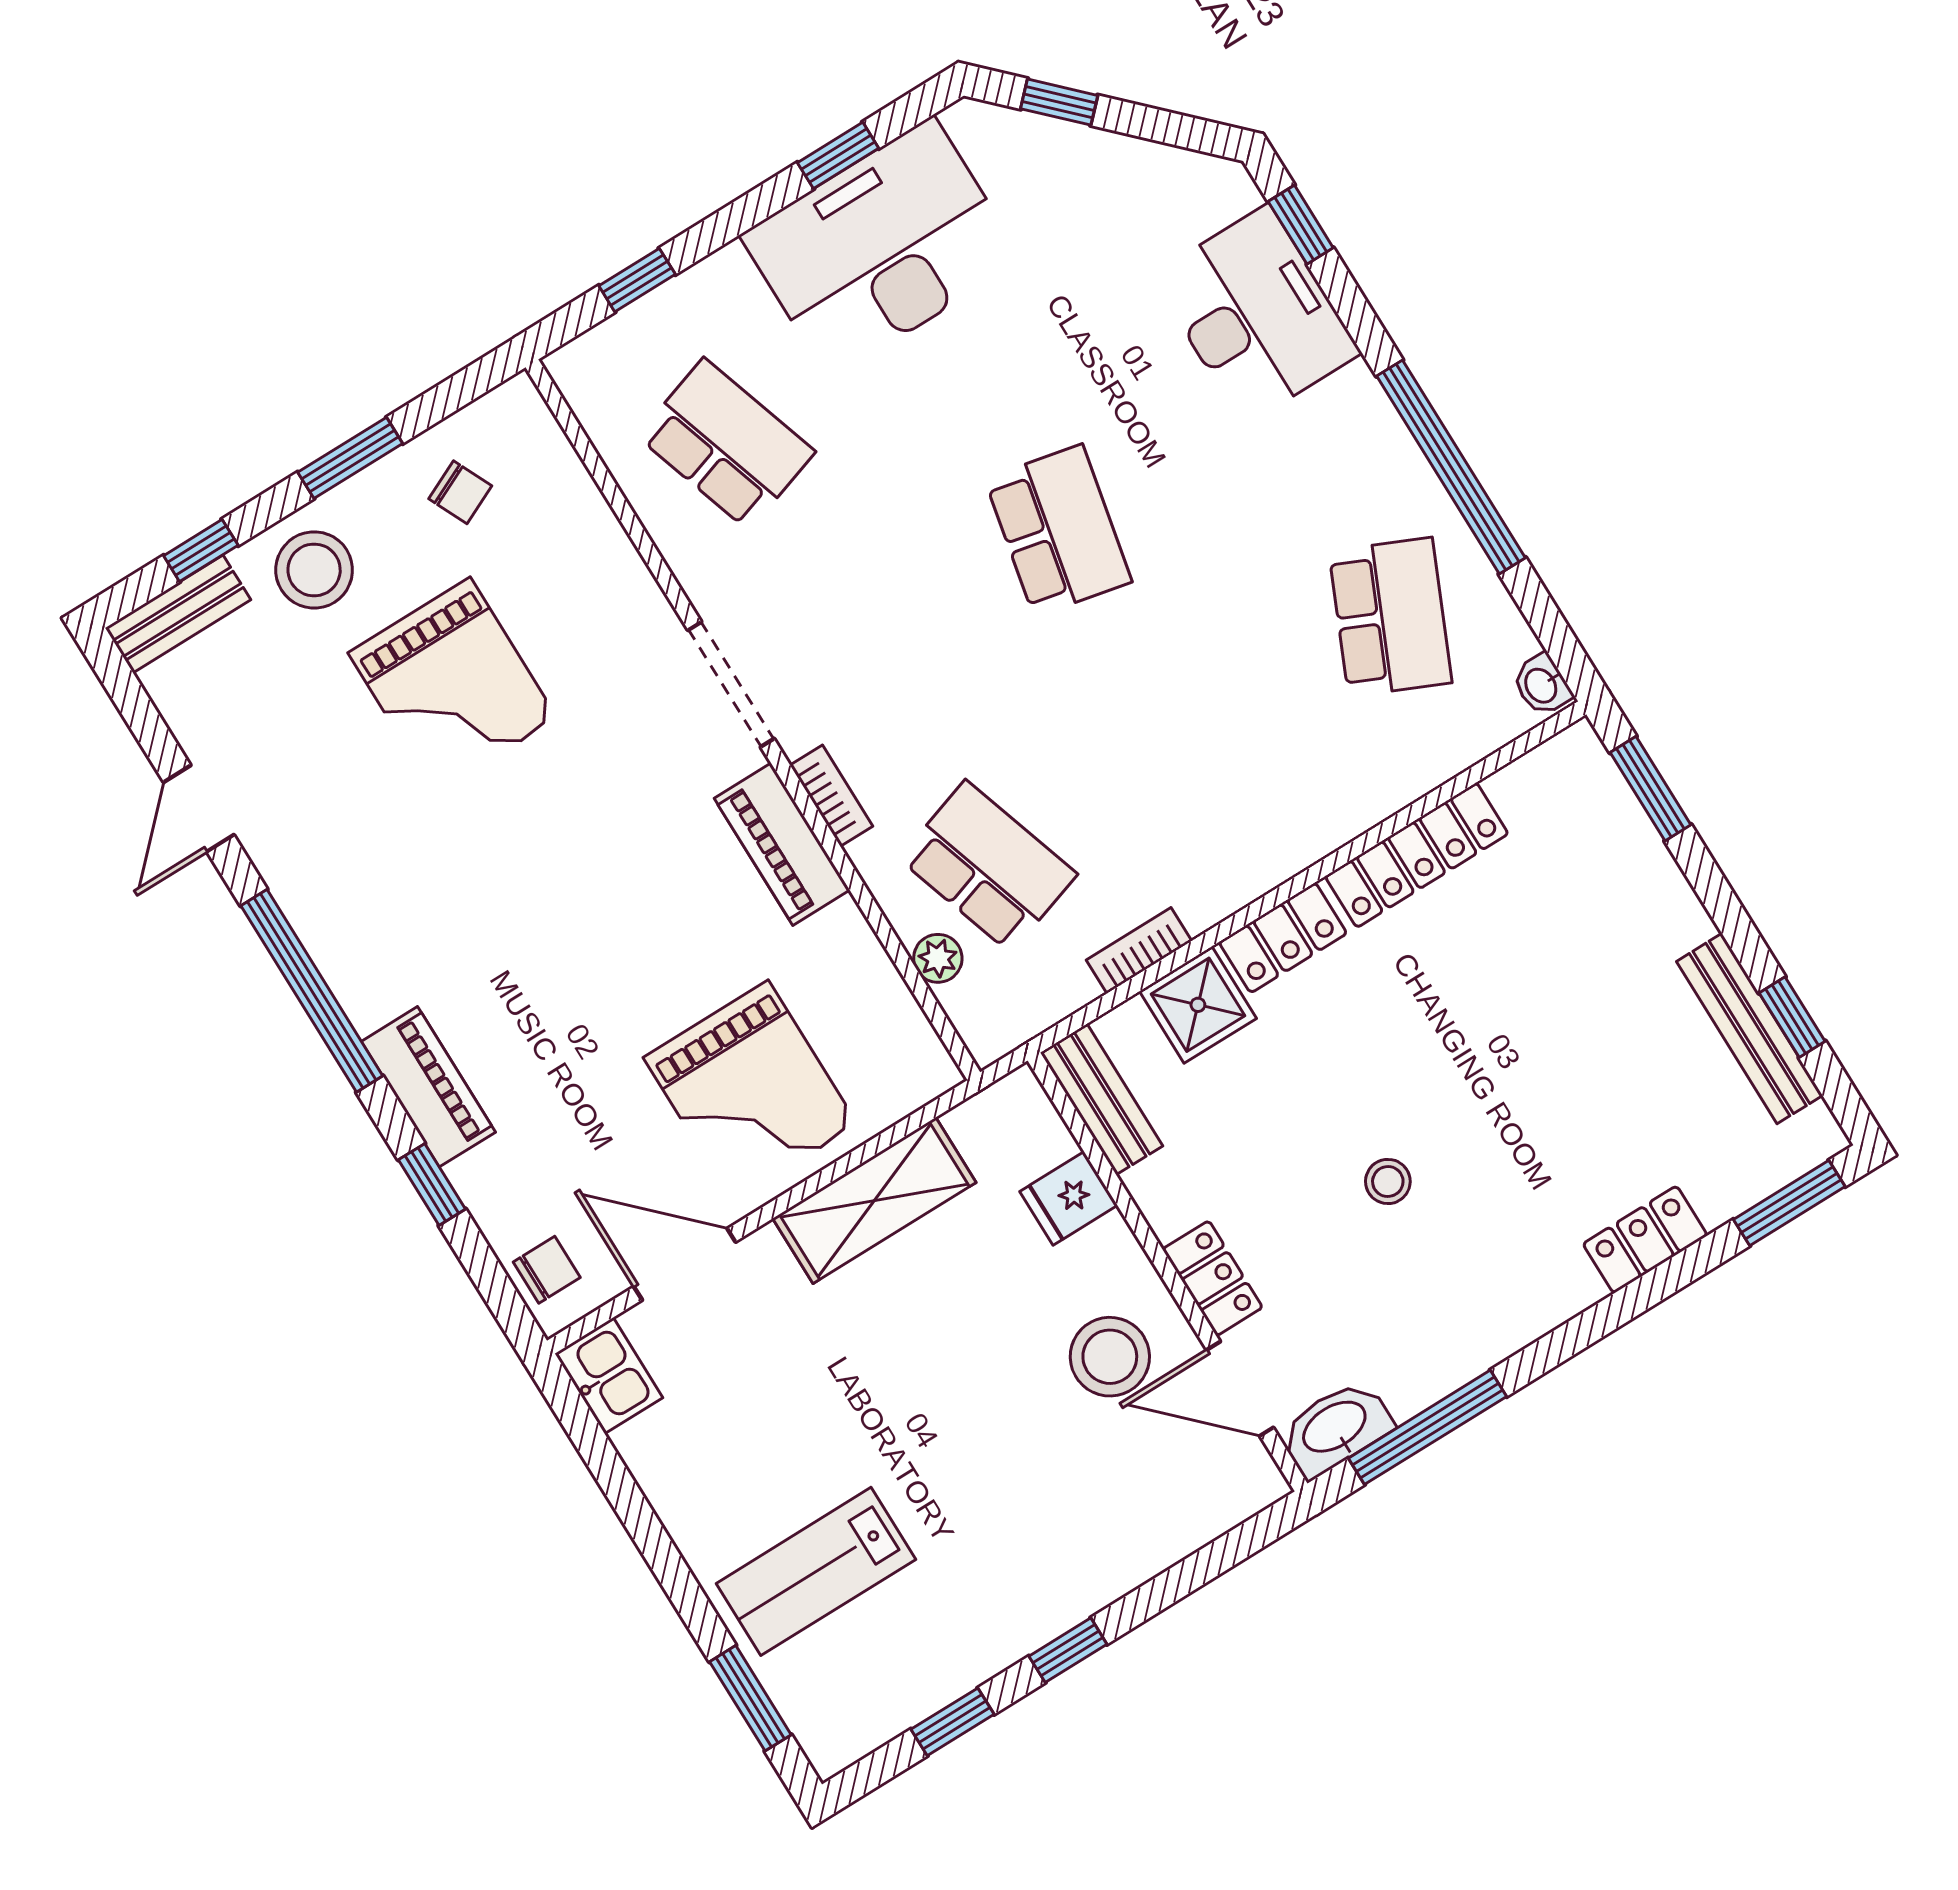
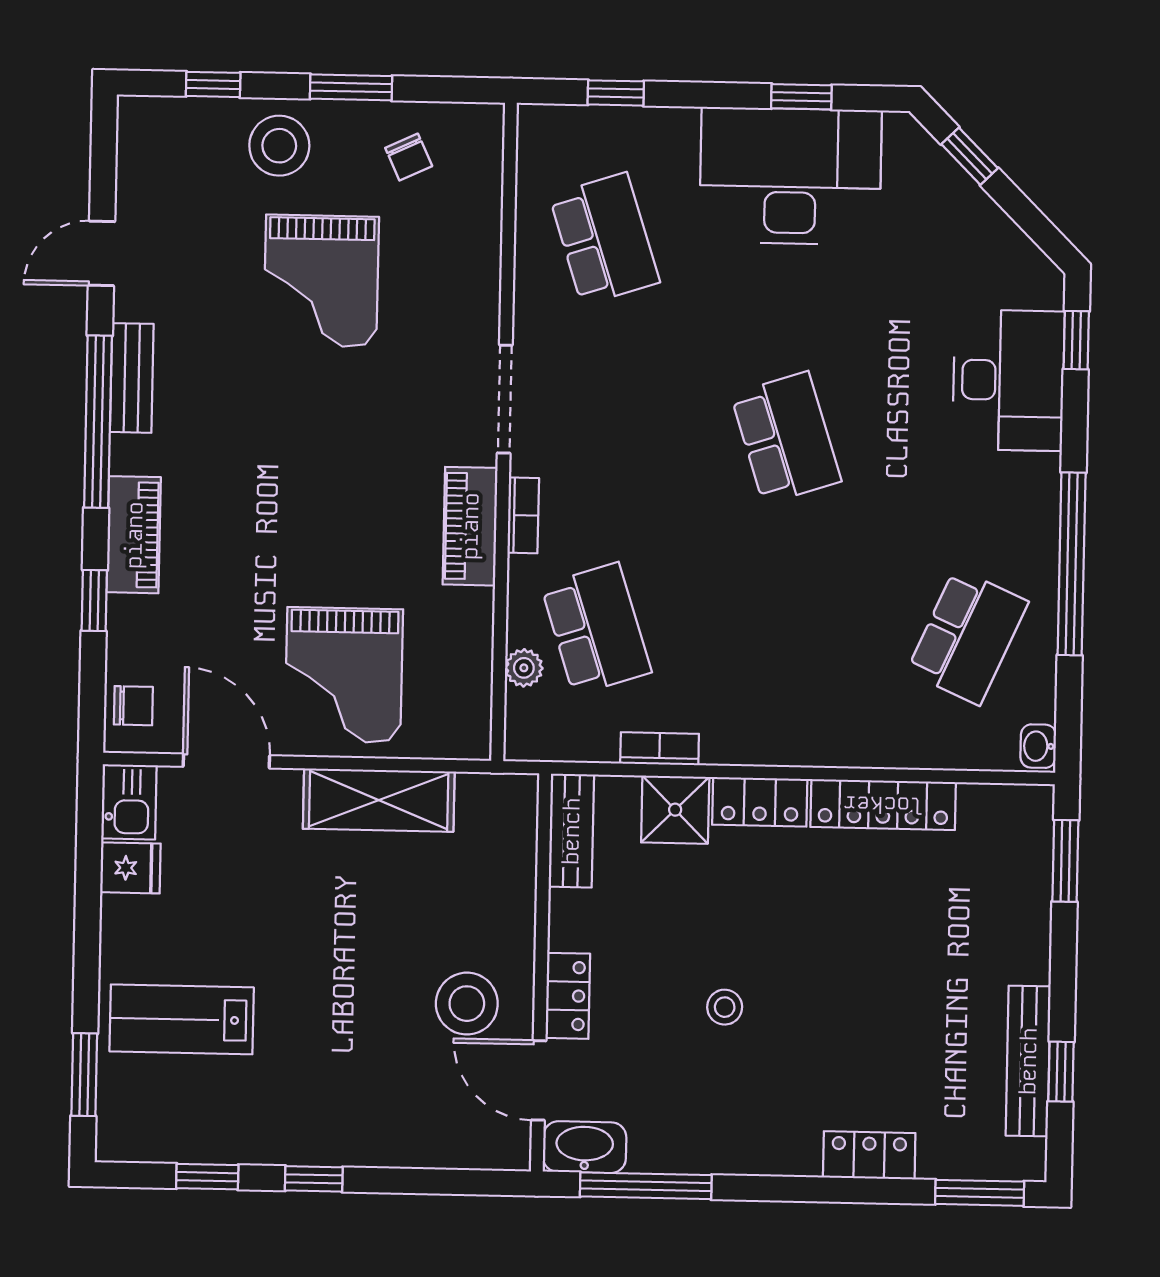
school desk: (1058, 530) -> (786, 438), turned -30
bench: (178, 614) -> (132, 378), moved, turned 90
fridge: (1069, 1198) -> (130, 868), moved, turned 180

